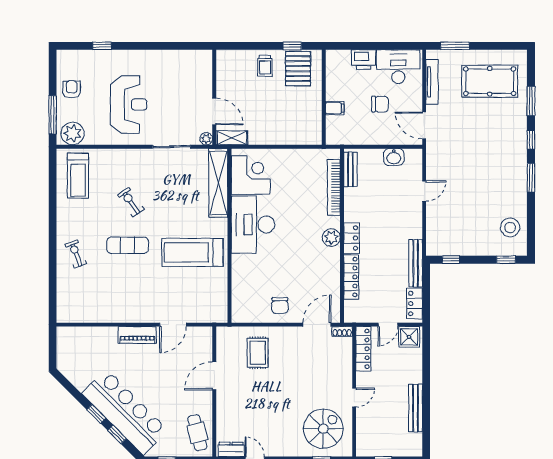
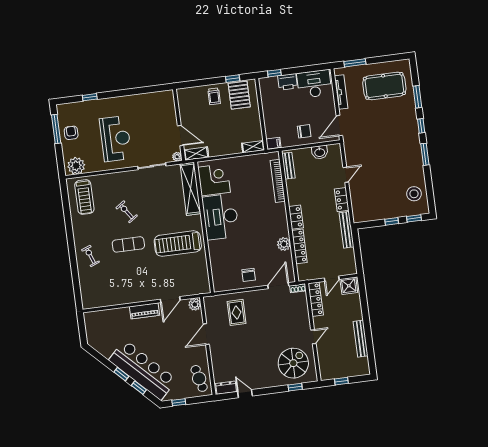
window: (348, 46) -> (274, 73), added
chair: (380, 104) -> (304, 131), moved
filing cabinet: (335, 108) -> (273, 143), moved
window: (53, 115) -> (56, 129), moved
door: (424, 125) -> (339, 126), hinge flipped
shelving: (307, 138) -> (253, 147), added
plant: (331, 238) -> (284, 244), moved
window: (451, 260) -> (392, 221), moved
locker: (415, 303) -> (342, 200), moved
plant: (204, 335) -> (195, 304), added

